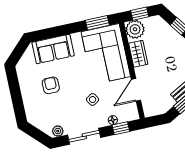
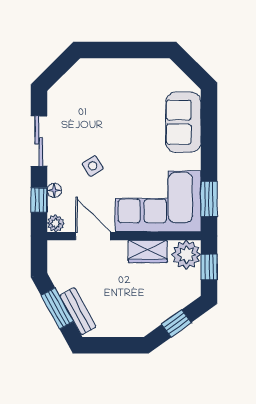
armchair: (51, 85) -> (128, 106), removed
plant: (58, 131) -> (56, 223), moved

